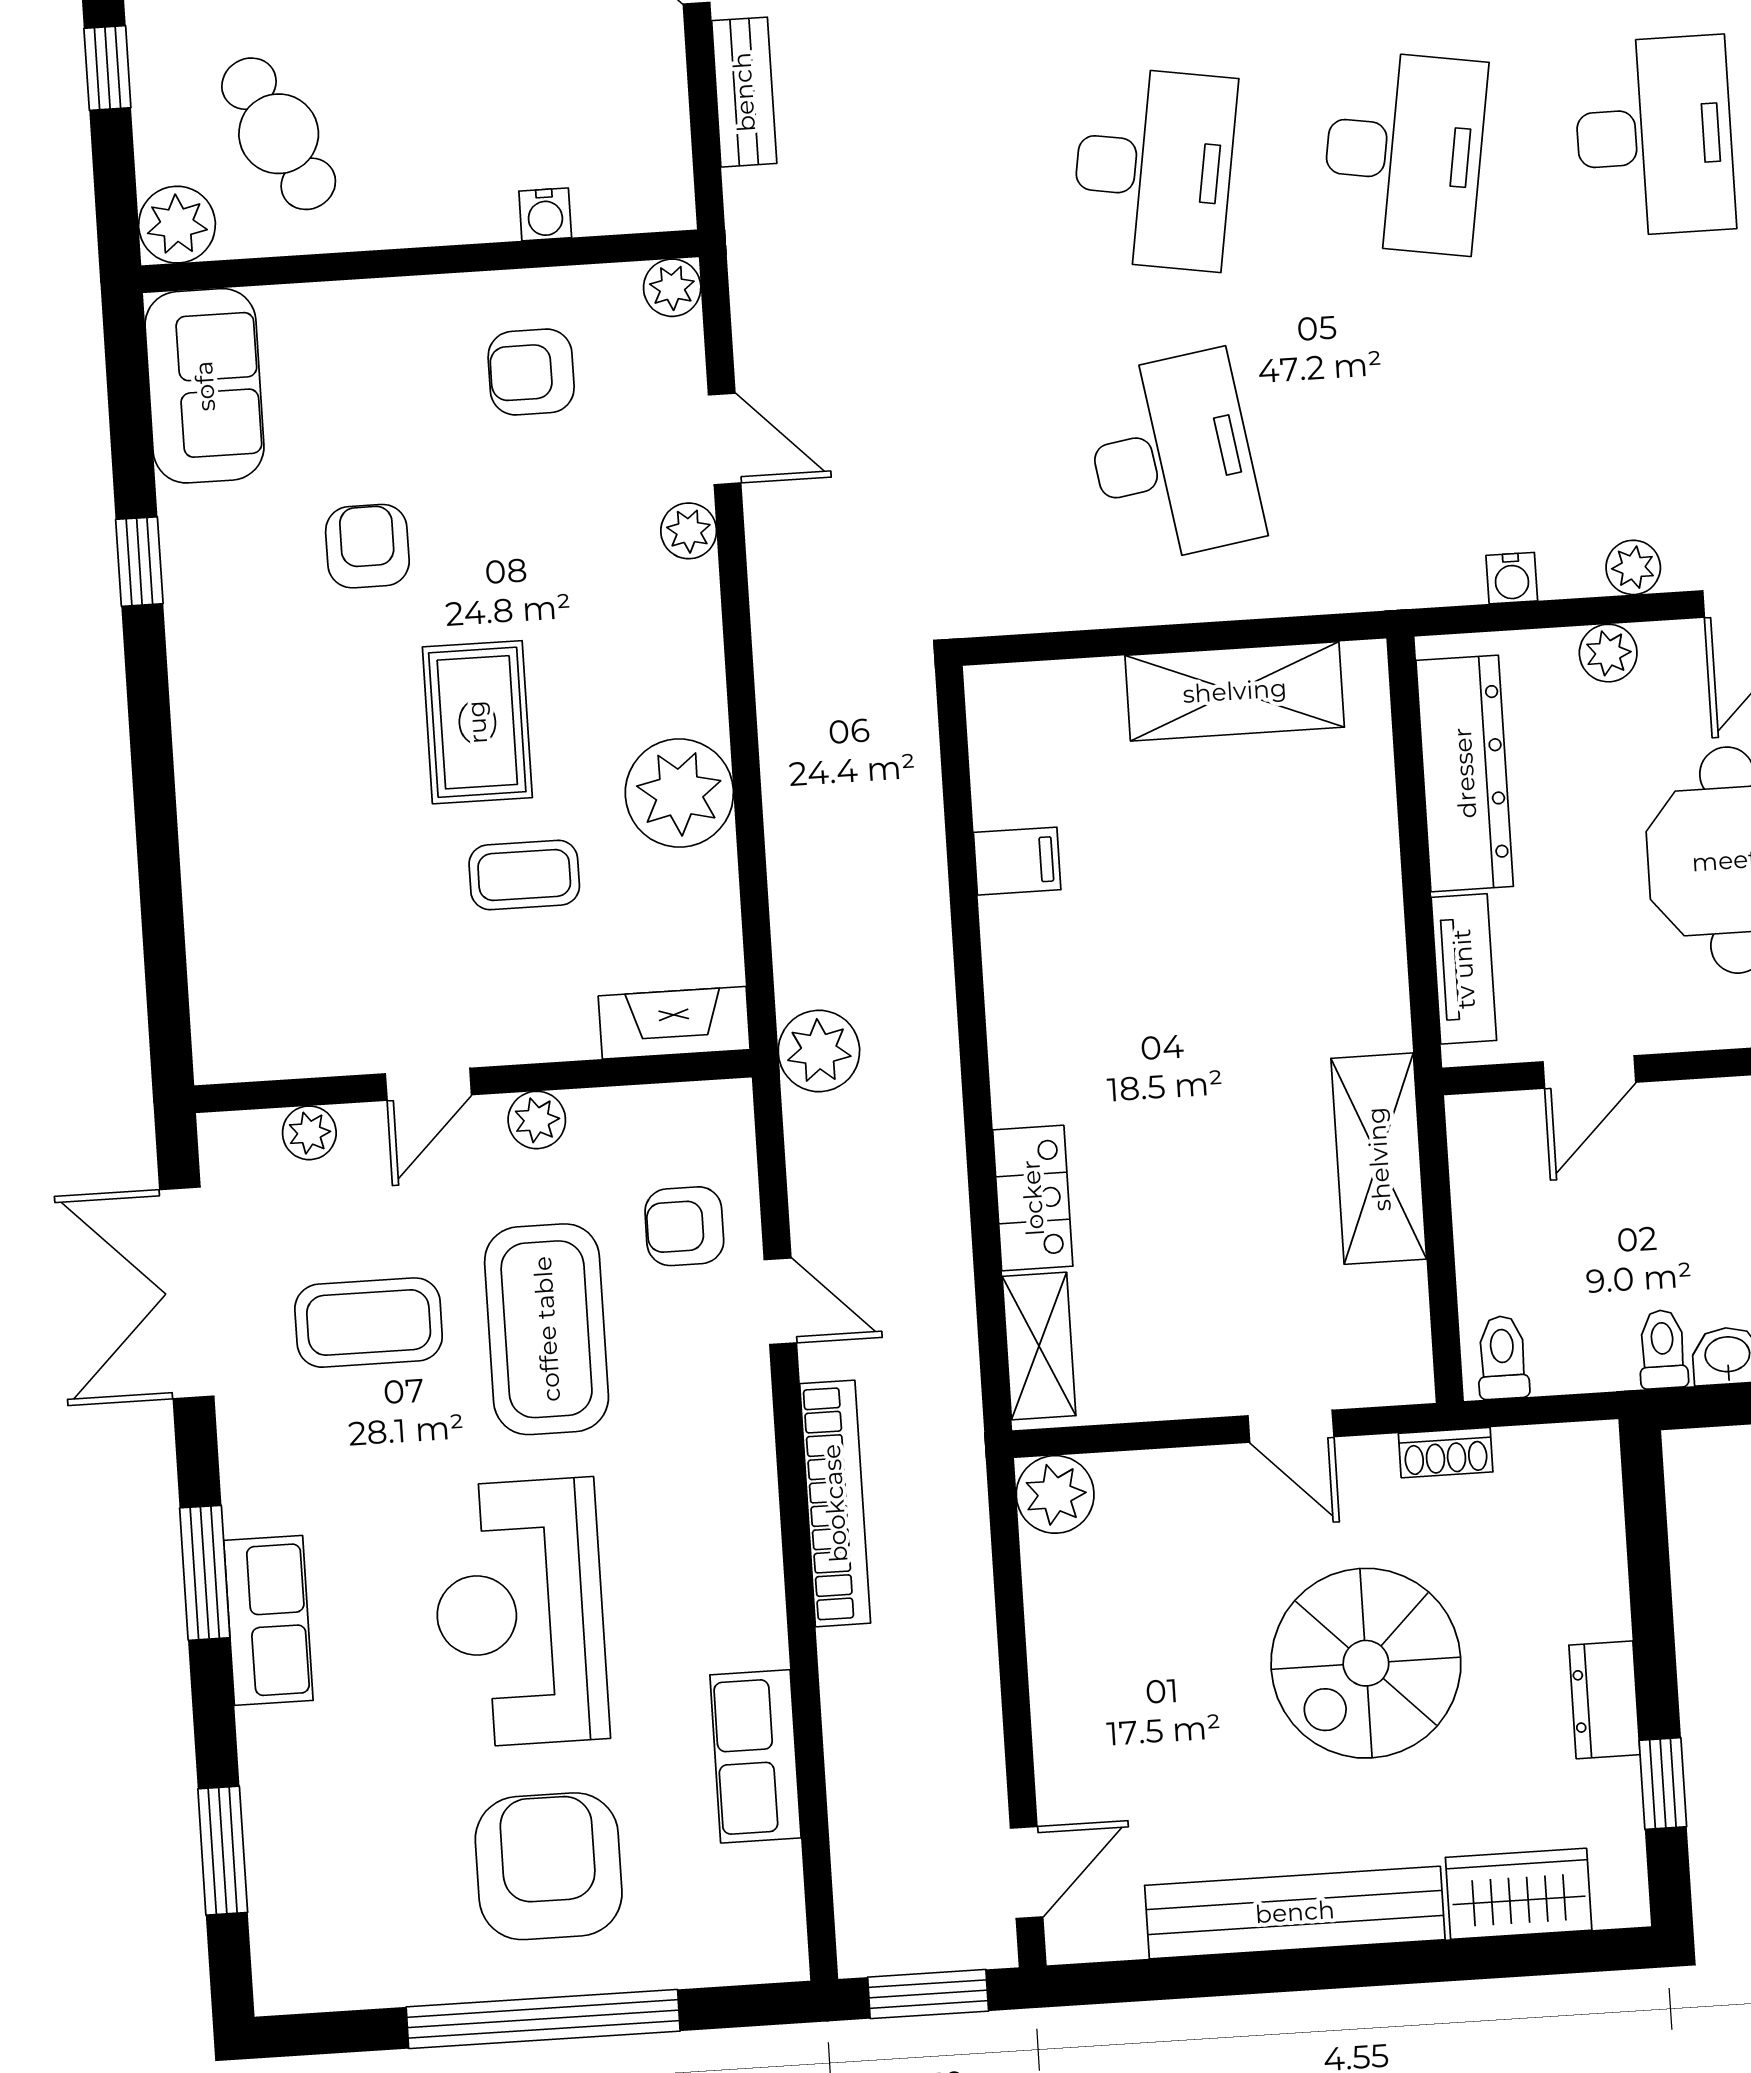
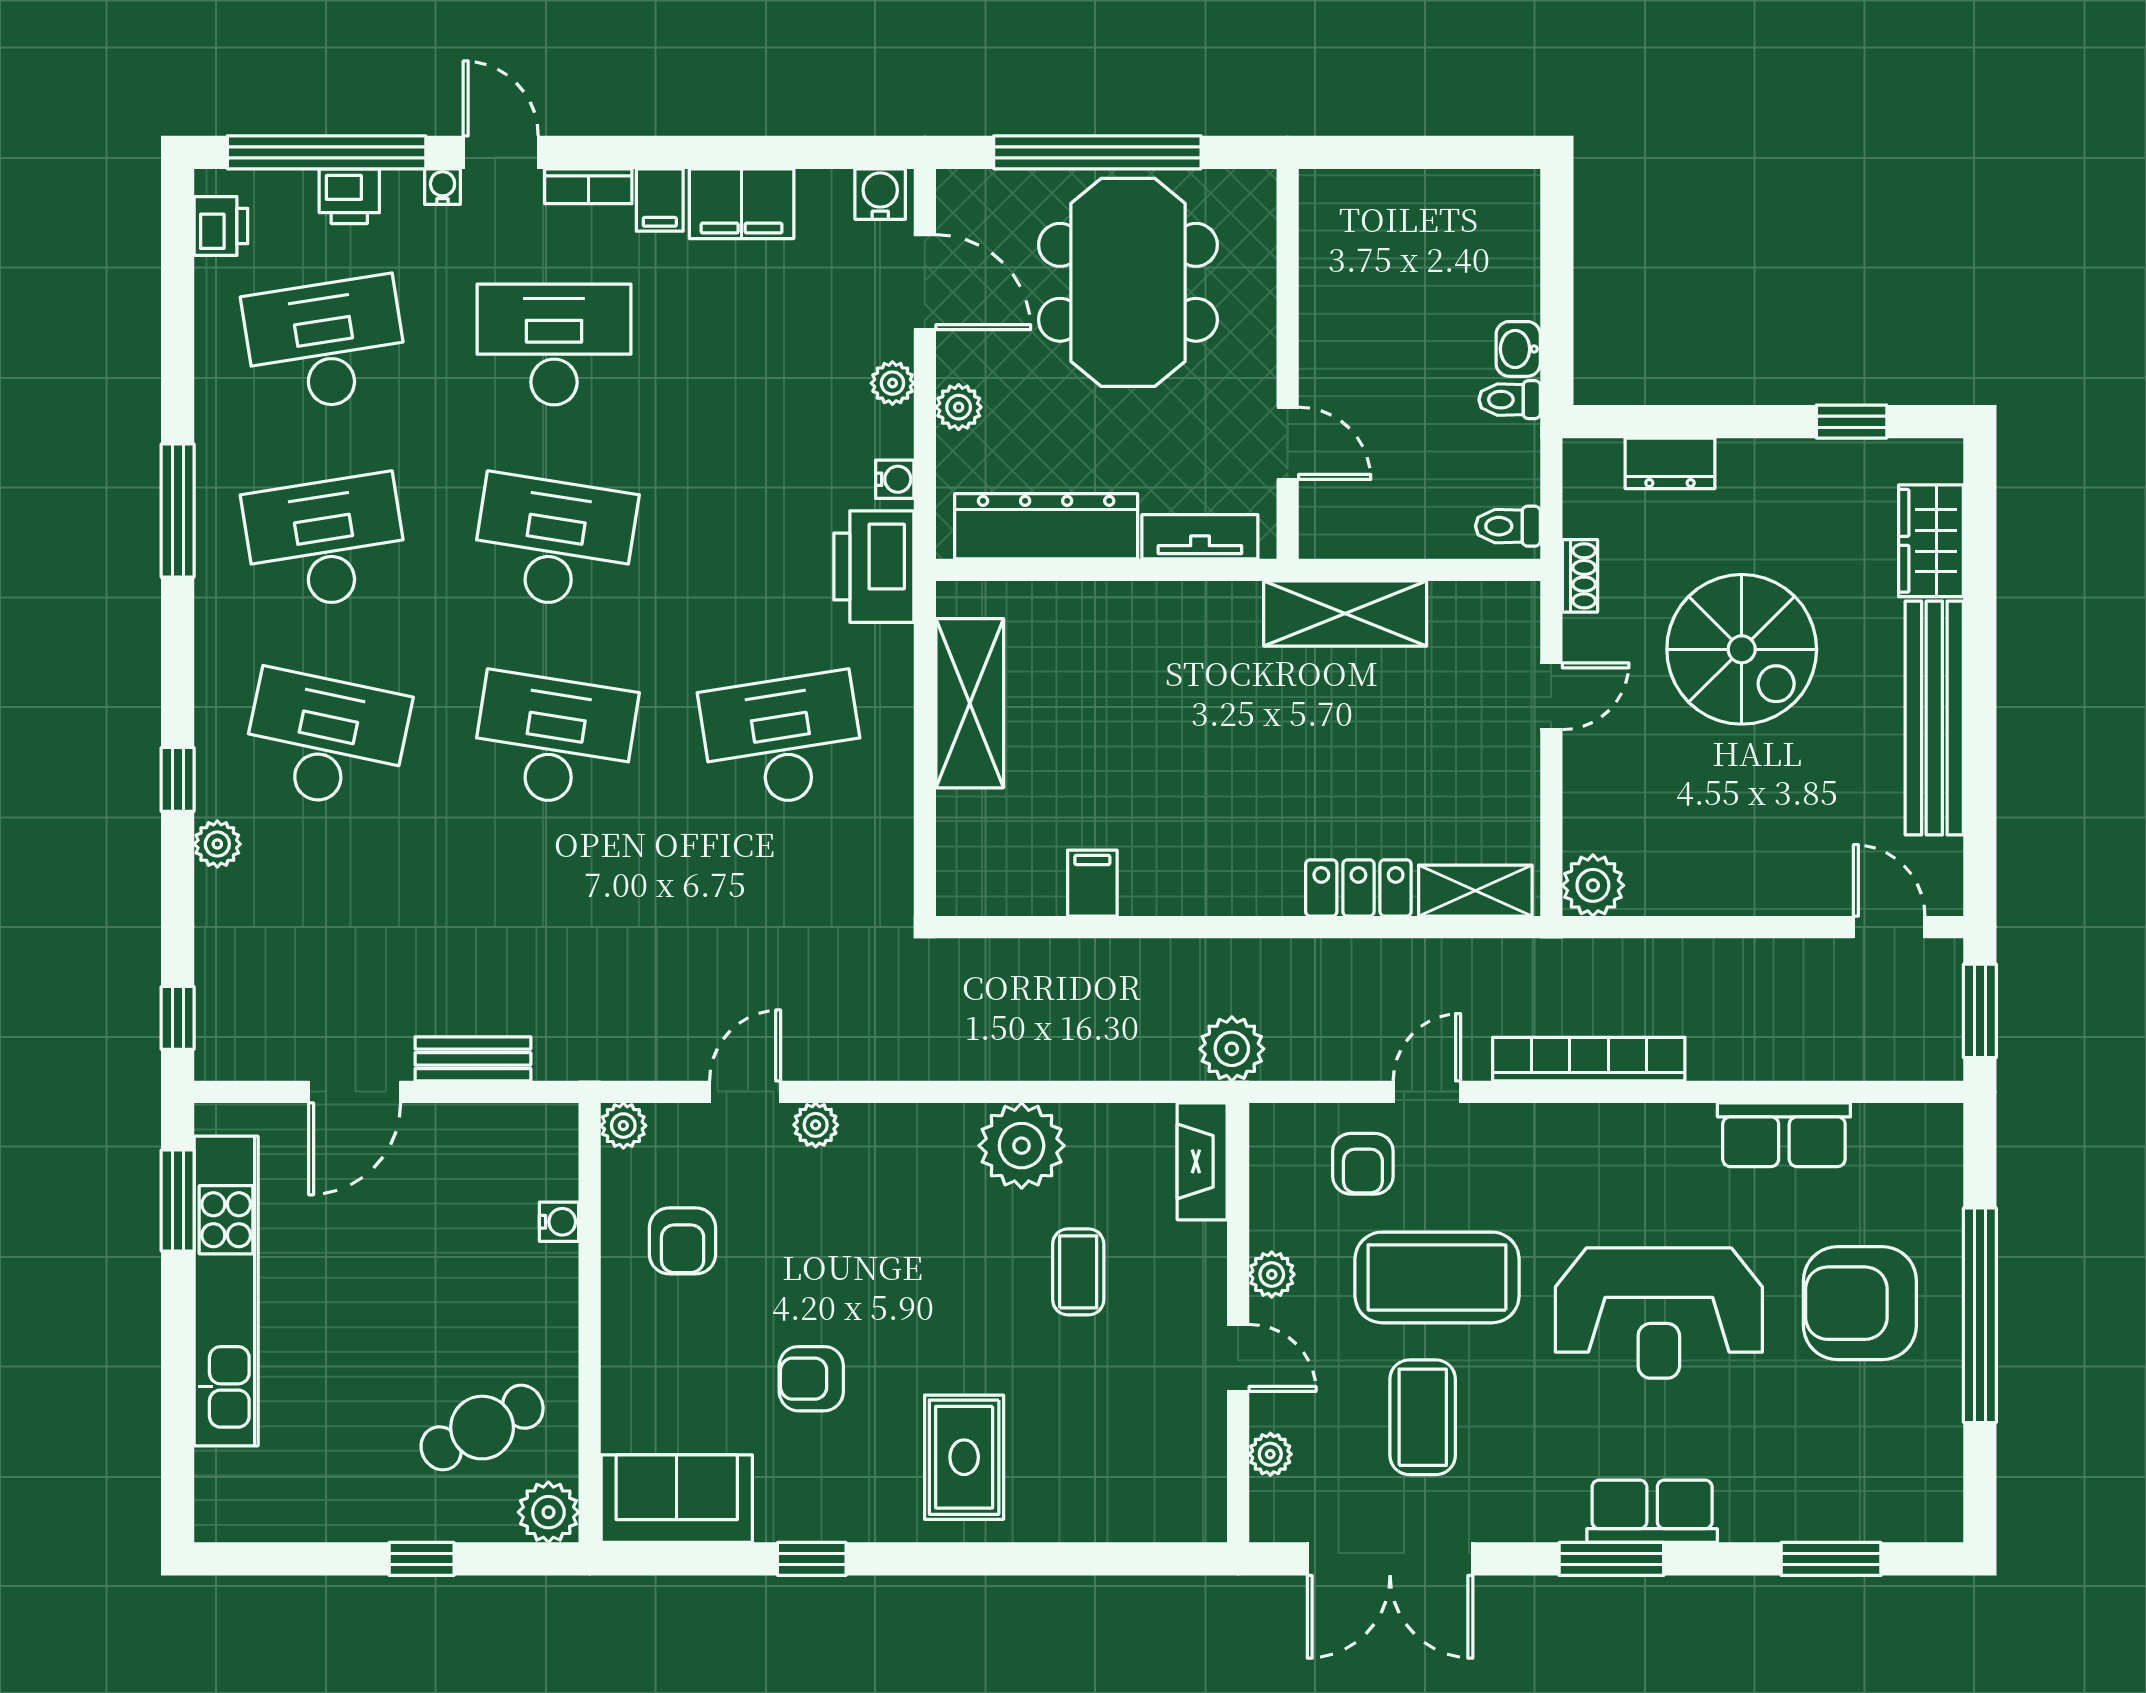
printer: (1400, 559) -> (874, 567), added
rug: (477, 722) -> (964, 1457), moved, turned 90
dresser: (1604, 1700) -> (1670, 463), moved

